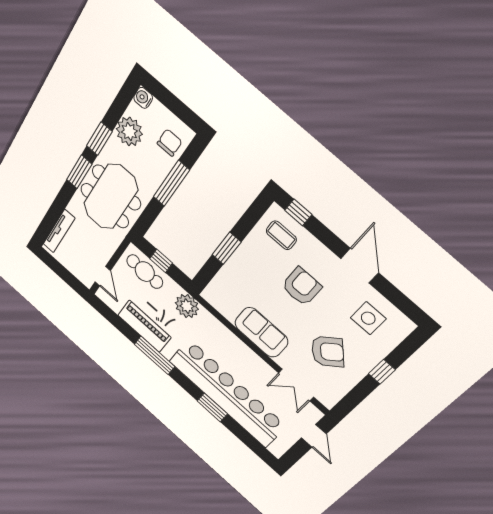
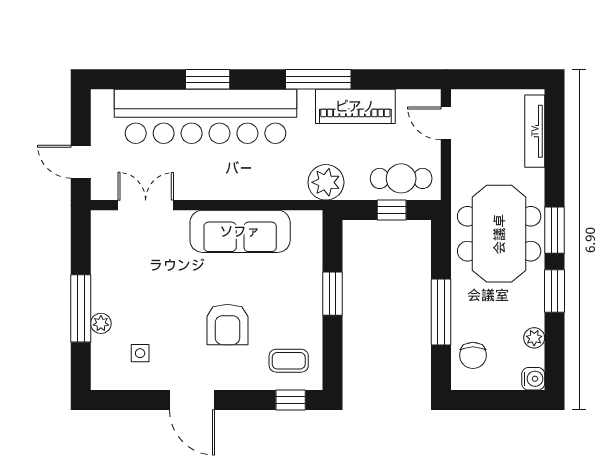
plant: (129, 132) -> (534, 338), width x0.53, depth x0.53
side table: (368, 318) -> (140, 353), width x0.54, depth x0.54
sofa: (261, 332) -> (240, 231), width x1.36
armchair: (328, 352) -> (147, 277), removed
plant: (377, 354) -> (101, 323), added
window: (382, 372) -> (81, 308), width x2.17

